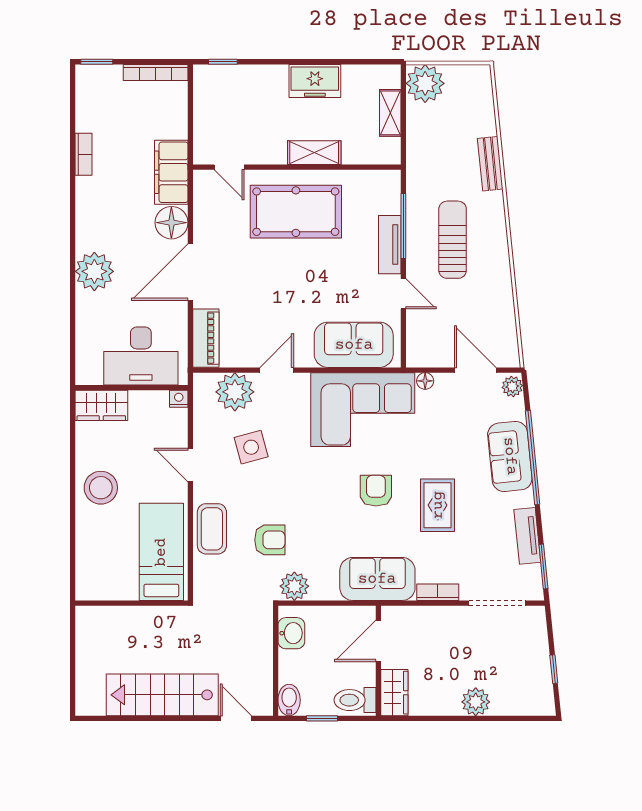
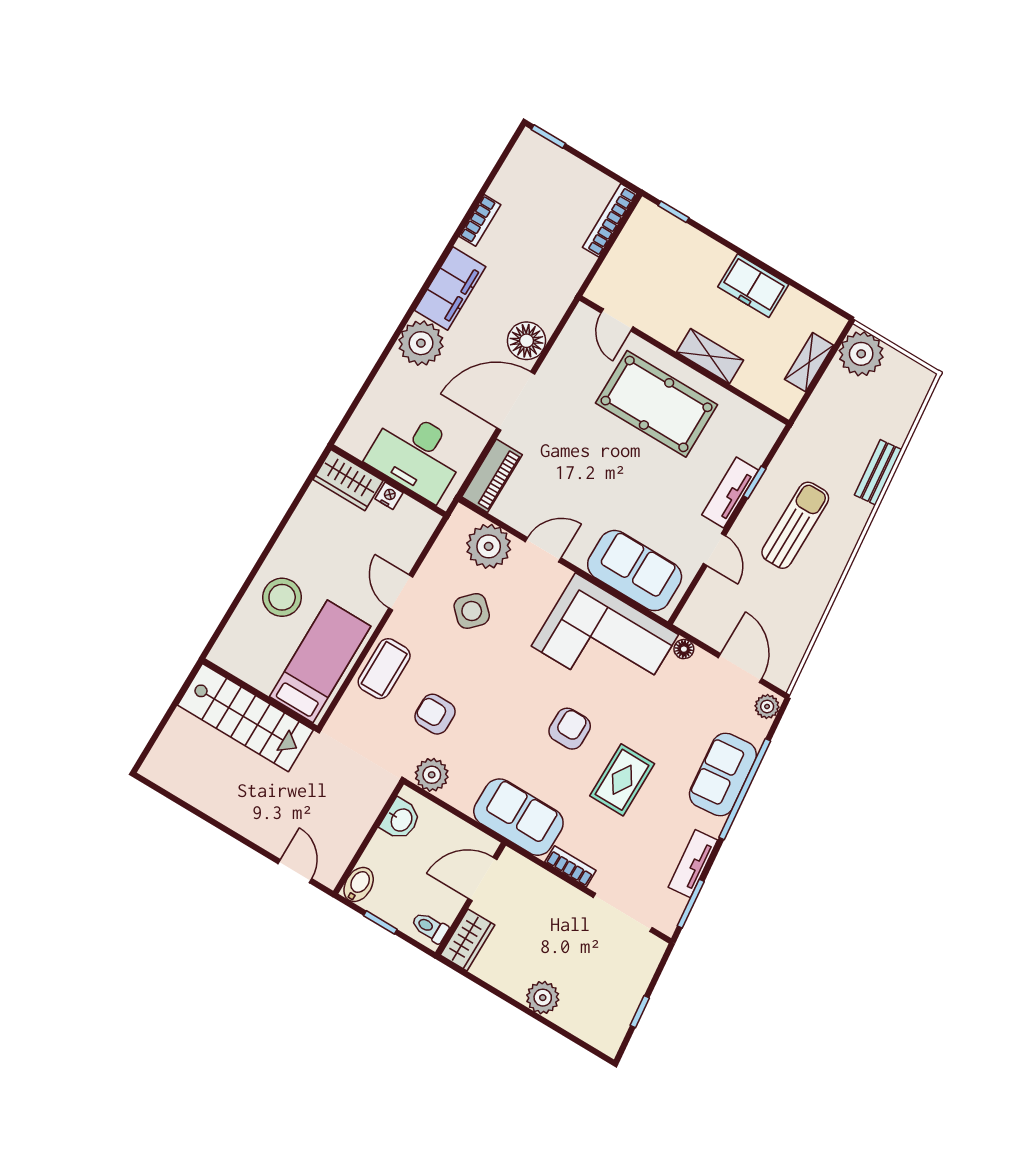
bookcase: (156, 72) -> (610, 220), moved, turned 90
filing cabinet: (171, 172) -> (450, 288), moved, turned 180
window: (403, 226) -> (755, 482), width x0.46
nightstand: (179, 399) -> (389, 496), moved
side table: (251, 447) -> (472, 611), turned -31
stool: (101, 488) -> (282, 597), moved
armchair: (270, 540) -> (435, 714), turned 180
stairs: (162, 695) -> (245, 718), moved, turned 180
toilet: (355, 700) -> (430, 927), width x0.73, depth x0.72

